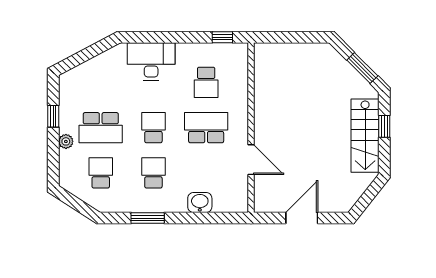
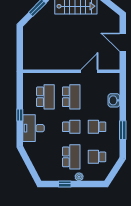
window: (222, 37) -> (20, 115), moved
school desk: (206, 82) -> (45, 97), width x1.85
school desk: (153, 128) -> (71, 127), turned 180
school desk: (206, 128) -> (71, 97), turned 180

